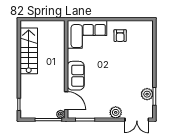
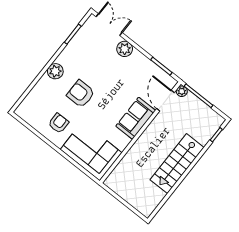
stairs: (29, 51) -> (177, 164), moved
armchair: (121, 64) -> (81, 94), added
plant: (147, 94) -> (55, 71), moved

